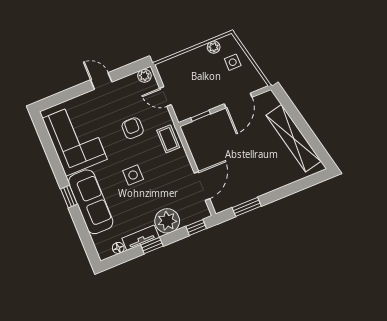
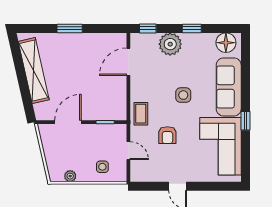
side table: (233, 62) -> (102, 167), moved
plant: (144, 76) -> (139, 176), removed
window: (69, 197) -> (245, 121), moved
window: (247, 207) -> (70, 28), moved
tv unit: (141, 238) -> (199, 39), removed
floor lamp: (118, 248) -> (226, 43), width x1.89, depth x1.89

